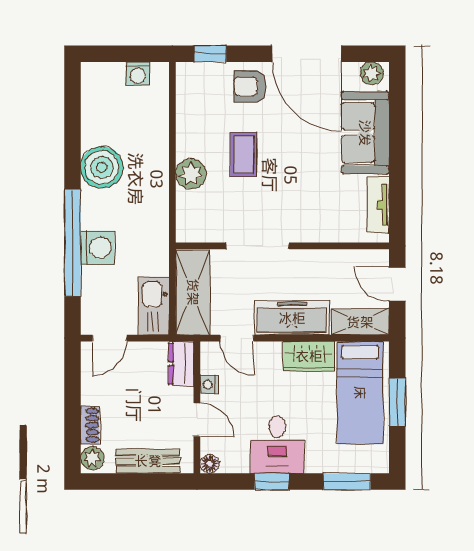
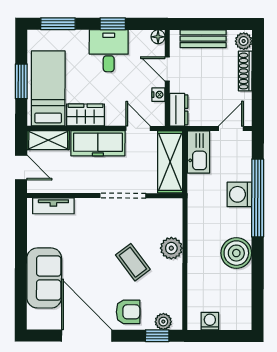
plant: (372, 73) -> (163, 322), moved
coffee table: (244, 155) -> (133, 262), turned -37
tv unit: (378, 205) -> (53, 206), moved, turned 90
shoe rack: (90, 425) -> (245, 71), width x1.43

